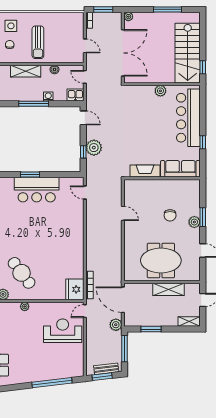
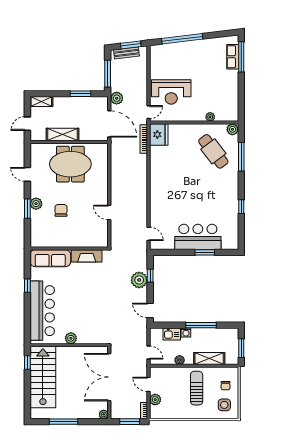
plant: (78, 31) -> (155, 400), added
kitchen sink: (75, 95) -> (172, 334), moved

